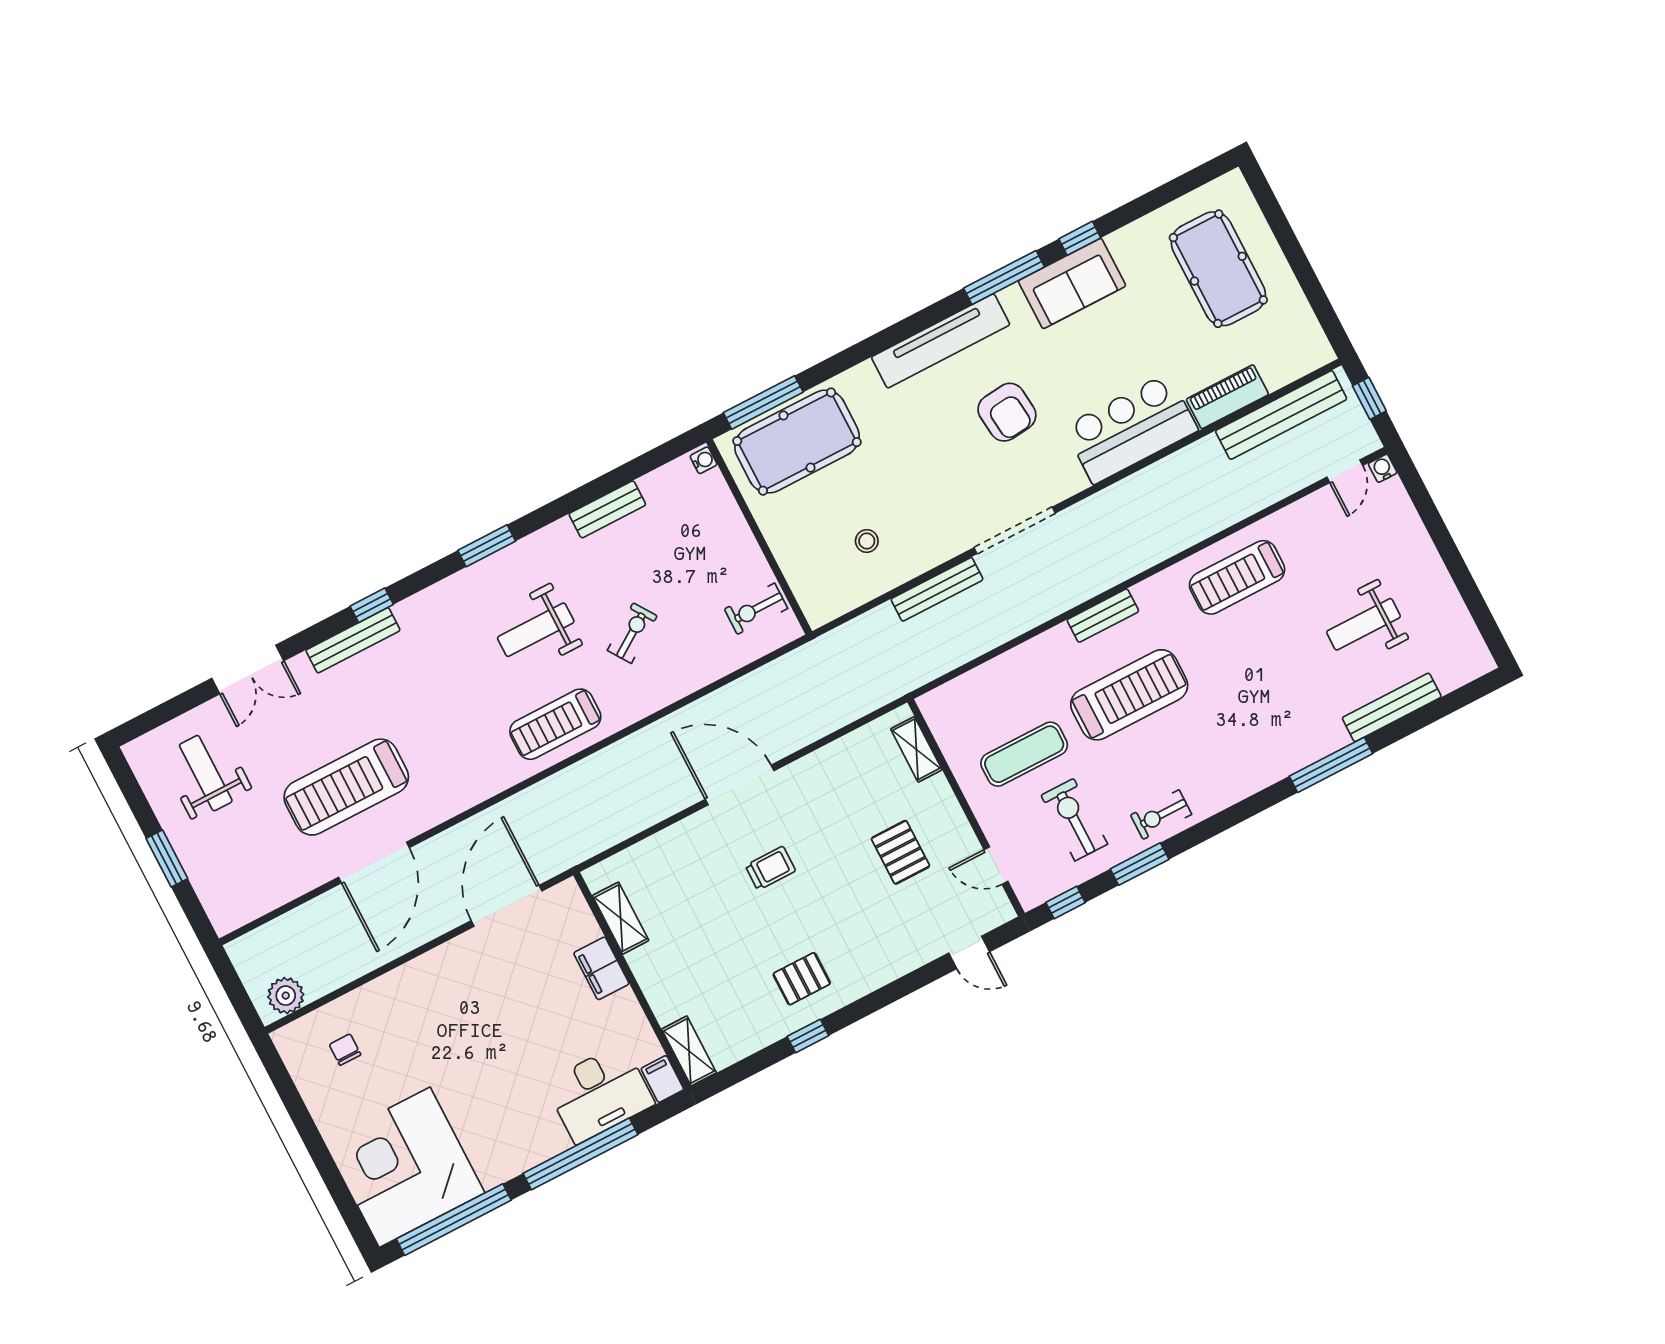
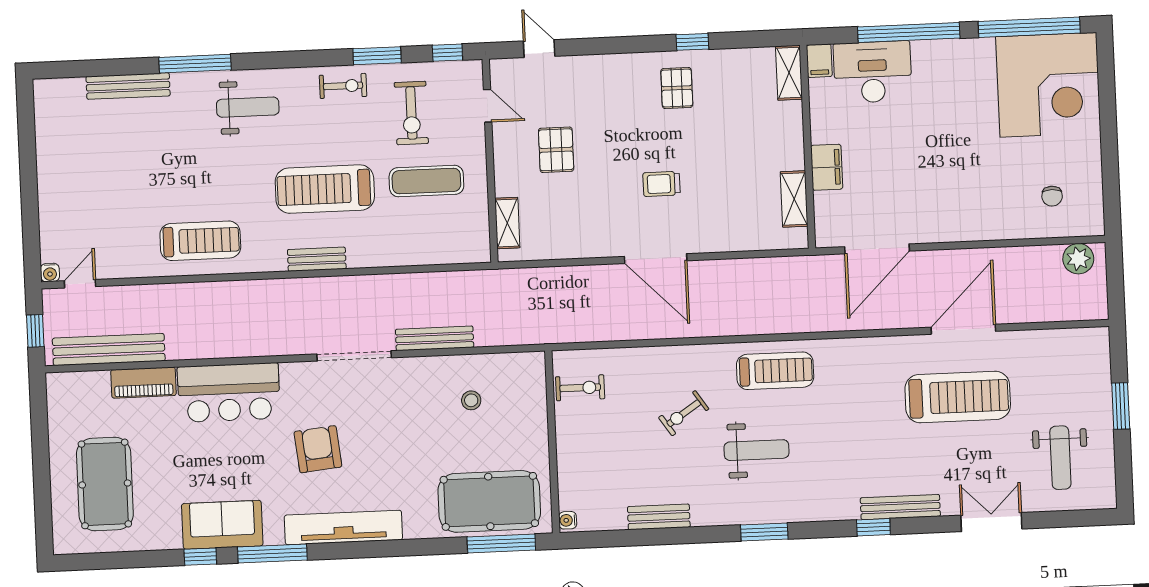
weight bench: (1364, 624) -> (248, 107), moved
pallet: (802, 979) -> (677, 88), turned 90

